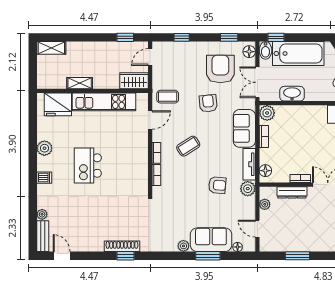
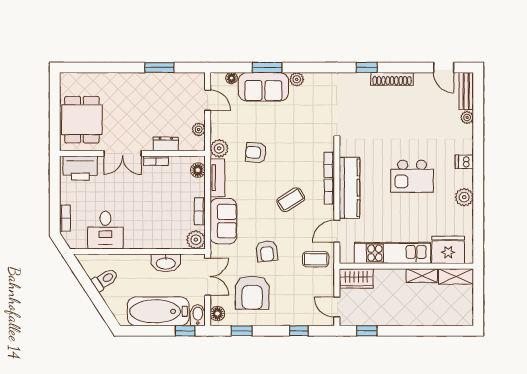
shelving: (51, 48) -> (456, 276), moved
door: (150, 57) -> (337, 307), swing flipped
kitchen counter: (140, 156) -> (349, 188), added
kitchen island: (88, 166) -> (412, 176), turned 90
dresser: (292, 192) -> (166, 144), width x0.70
shoe rack: (122, 246) -> (392, 79), moved

